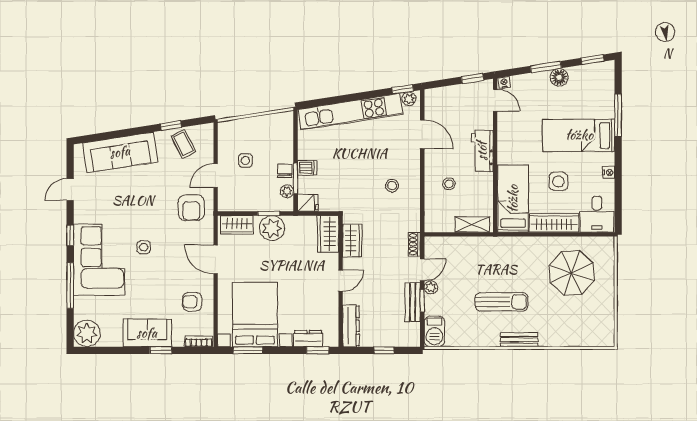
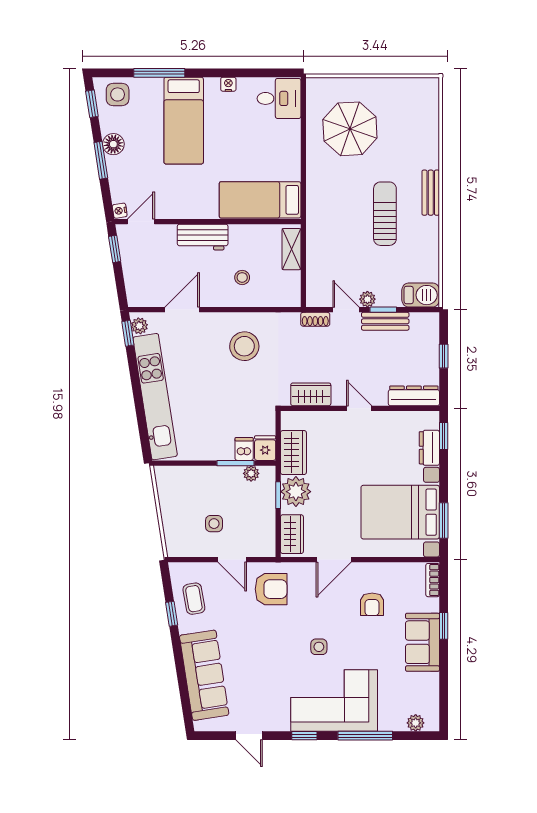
coffee table: (183, 144) -> (194, 599), turned -73
dishwasher: (307, 168) -> (244, 449), moved
chair: (285, 171) -> (226, 476), removed
side table: (558, 181) -> (118, 94), moved
stool: (392, 186) -> (244, 346), width x1.89, depth x1.89
wardrobe: (554, 223) -> (289, 150), removed
wardrobe: (328, 234) -> (293, 453), moved, turned -90
armchair: (192, 302) -> (372, 604), moved
plant: (87, 333) -> (416, 723), width x0.53, depth x0.53

